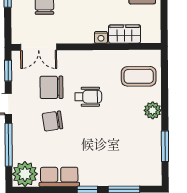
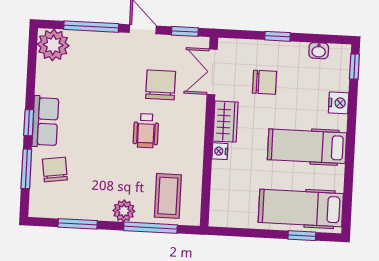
wardrobe: (125, 34) -> (225, 122), moved
window: (165, 89) -> (150, 228), added
chair: (52, 121) -> (55, 169), moved
row of seats: (59, 177) -> (45, 121), moved

